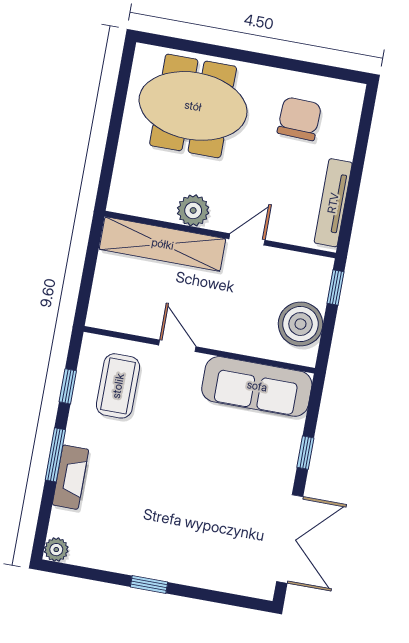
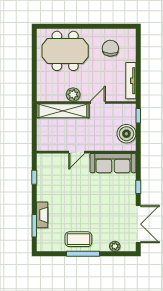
door: (177, 346) -> (77, 152), swing flipped
coffee table: (118, 386) -> (78, 239), moved, turned 90
window: (55, 455) -> (34, 226), moved
plant: (56, 550) -> (115, 246), moved
window: (149, 584) -> (83, 254), width x2.17

